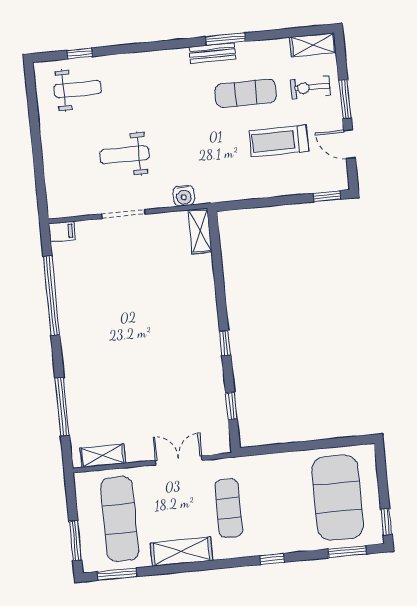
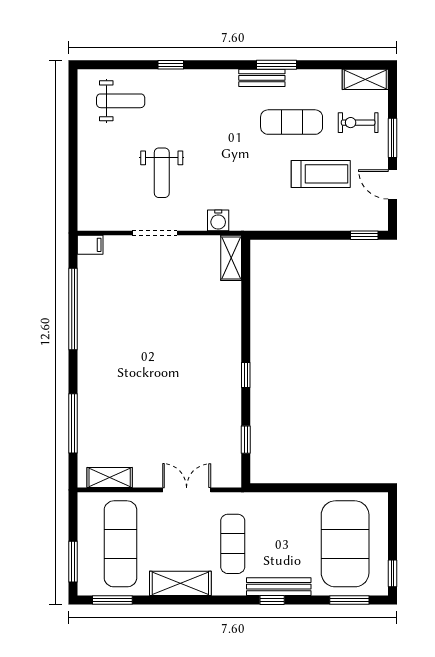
window: (80, 53) -> (171, 65), moved
treadmill: (279, 141) -> (321, 174), turned 180
weight bench: (124, 155) -> (162, 173), turned -90
bench: (277, 545) -> (279, 587), added

